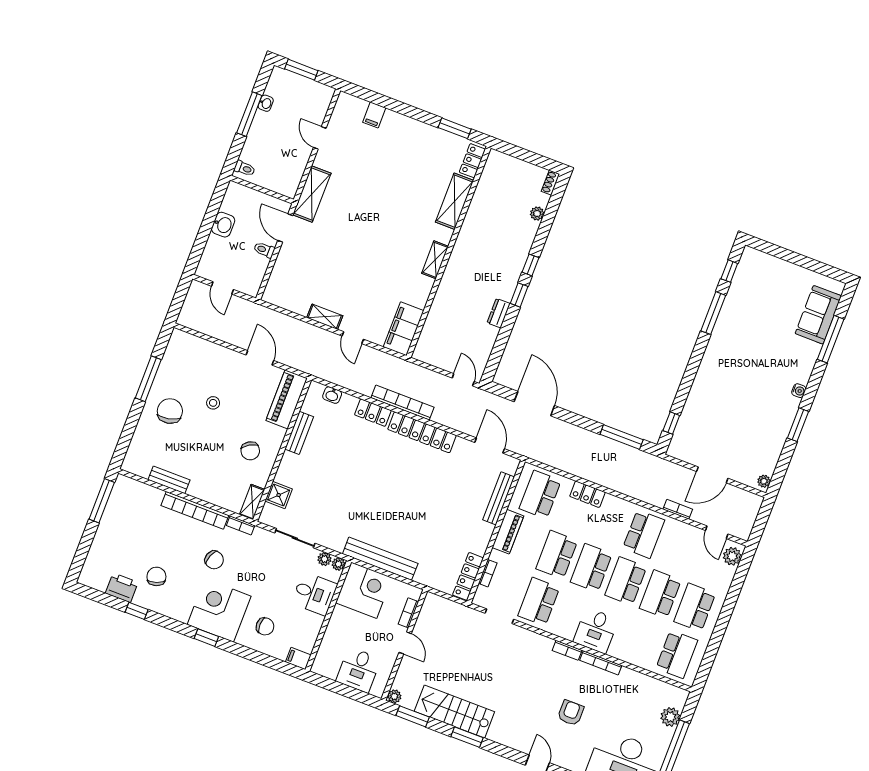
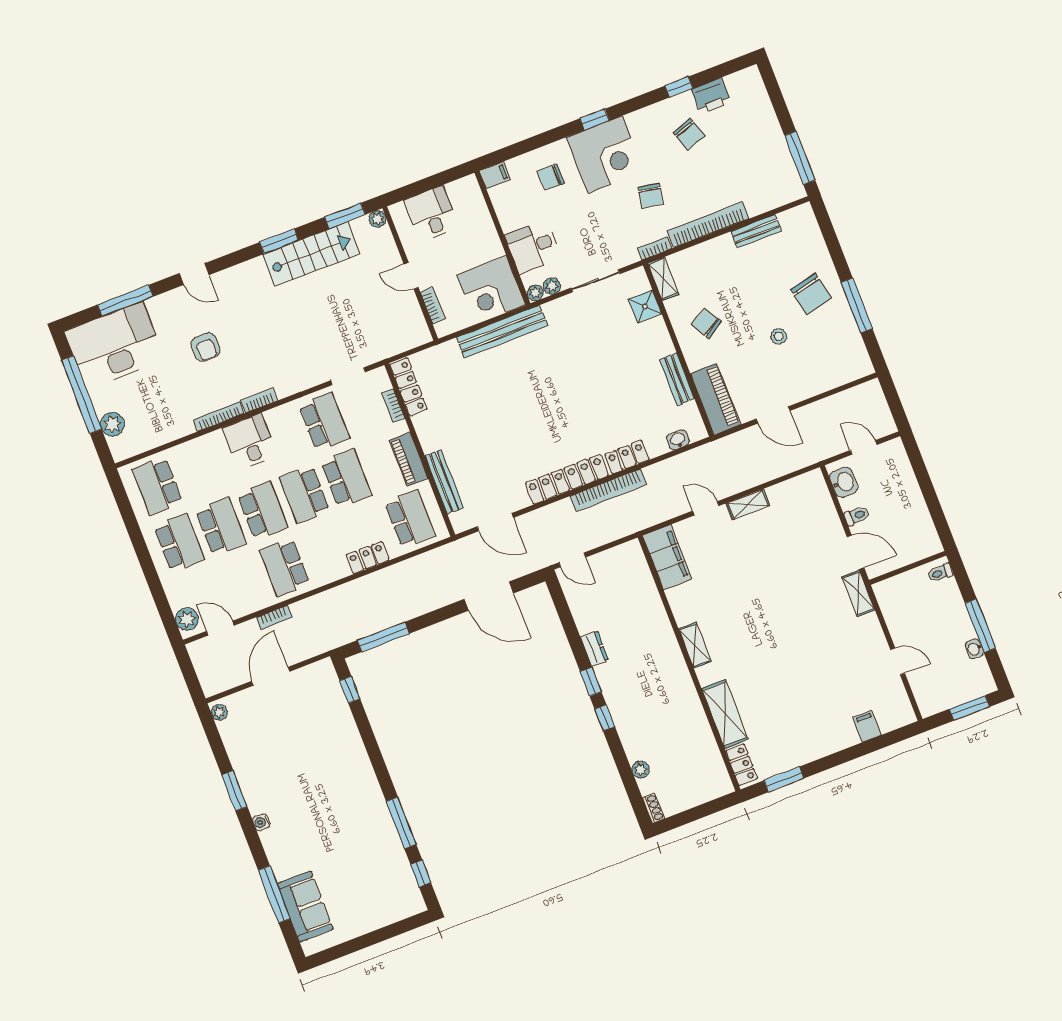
shelving: (312, 194) -> (858, 593), width x0.67, depth x0.75
washbasin: (223, 225) -> (844, 482), moved, turned 180
chair: (214, 560) -> (651, 196), turned -101
school desk: (591, 568) -> (304, 494), turned 180

